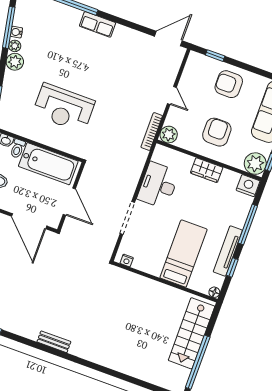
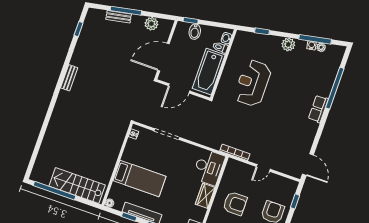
plant: (15, 46) -> (321, 47), moved
plant: (169, 135) -> (233, 166), removed
desk: (158, 185) -> (209, 167), moved, turned 90

